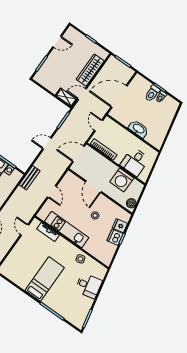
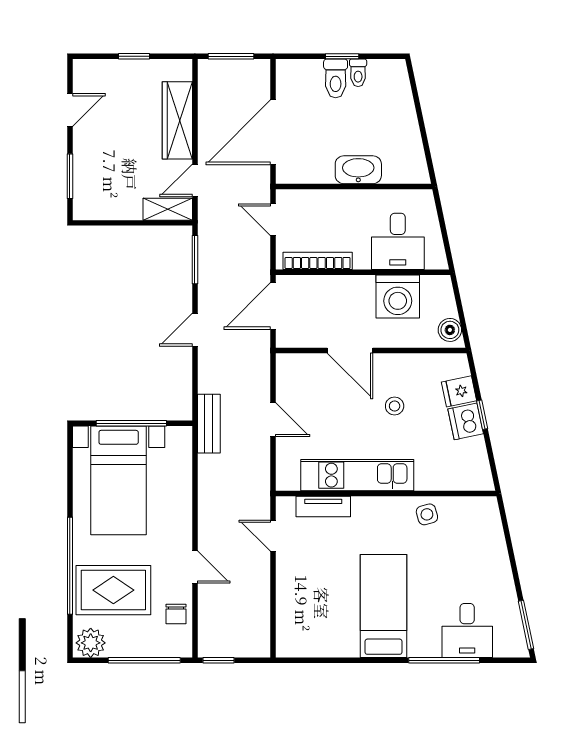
desk: (89, 286) -> (467, 630), moved, turned 102

